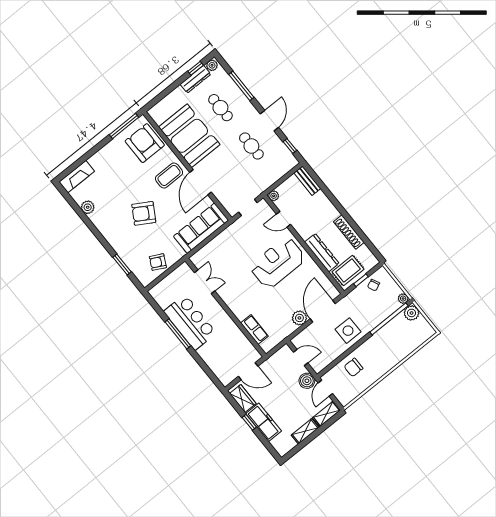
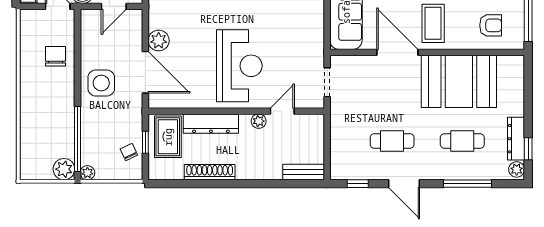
armchair: (145, 143) -> (491, 25), width x0.53, depth x0.53
plant: (274, 196) -> (259, 121), moved

